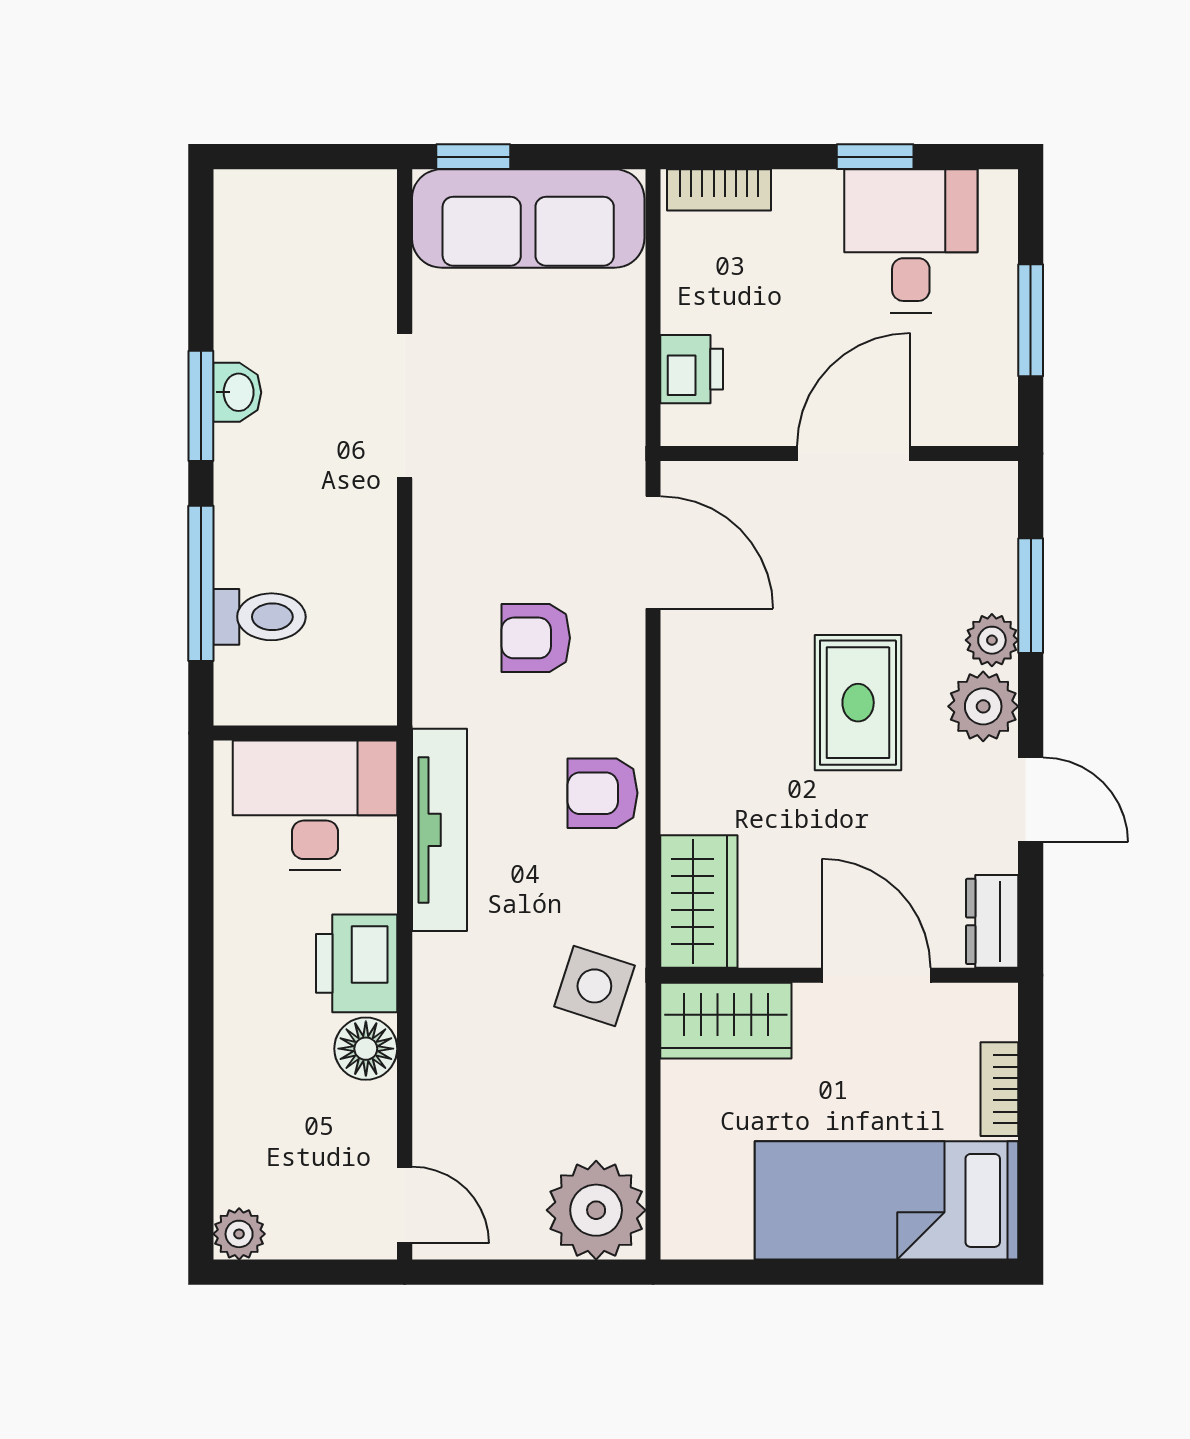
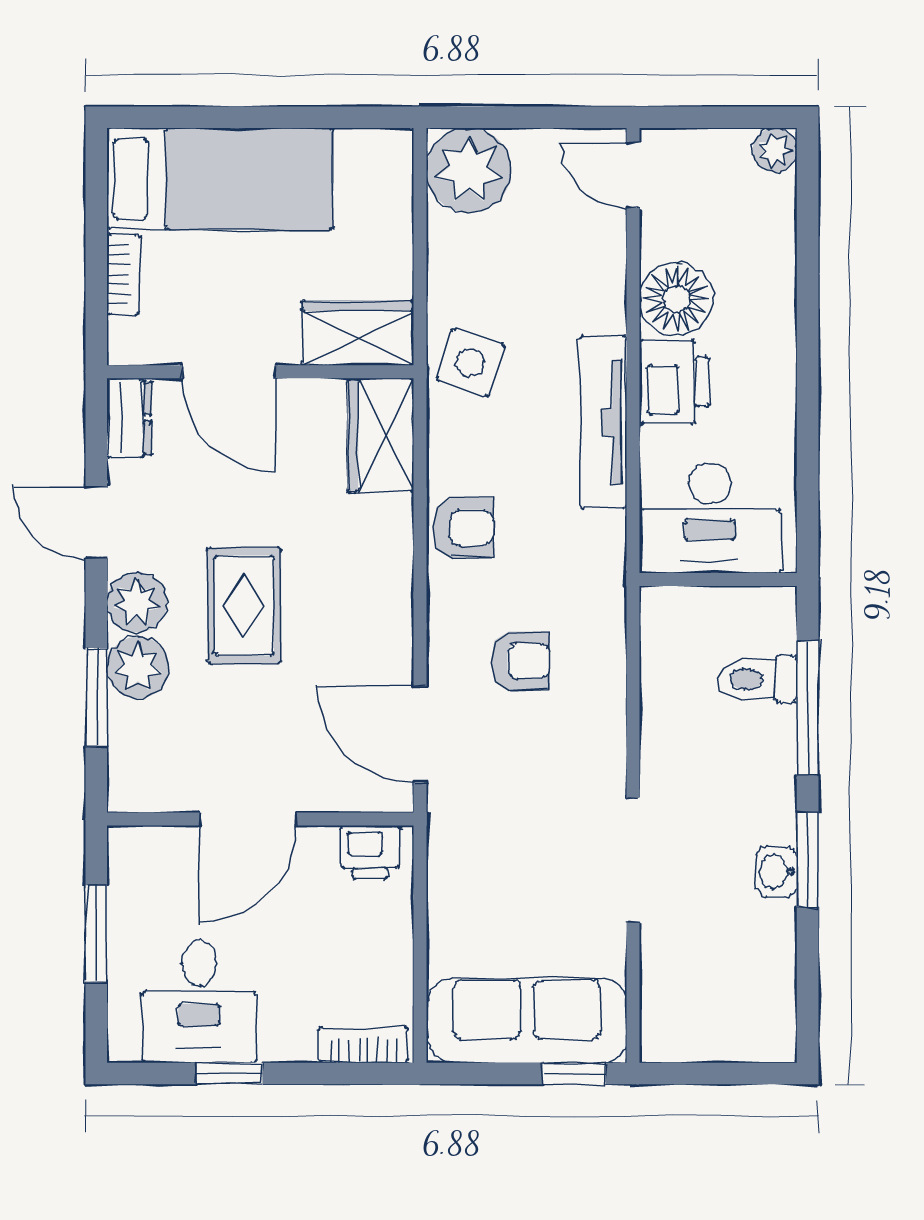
printer: (692, 369) -> (370, 852), moved, turned -90
plant: (992, 640) -> (138, 668), width x1.38, depth x1.38
tv unit: (439, 830) -> (603, 422), moved
floor lamp: (366, 1049) -> (676, 299), width x1.38, depth x1.38

